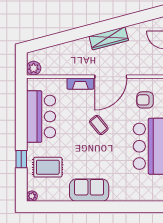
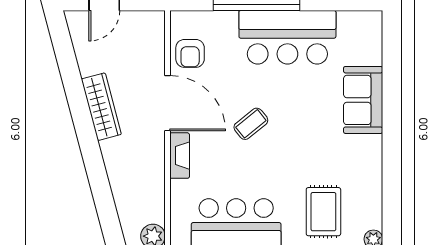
armchair: (145, 100) -> (190, 53), moved
sofa: (89, 190) -> (363, 100), moved

